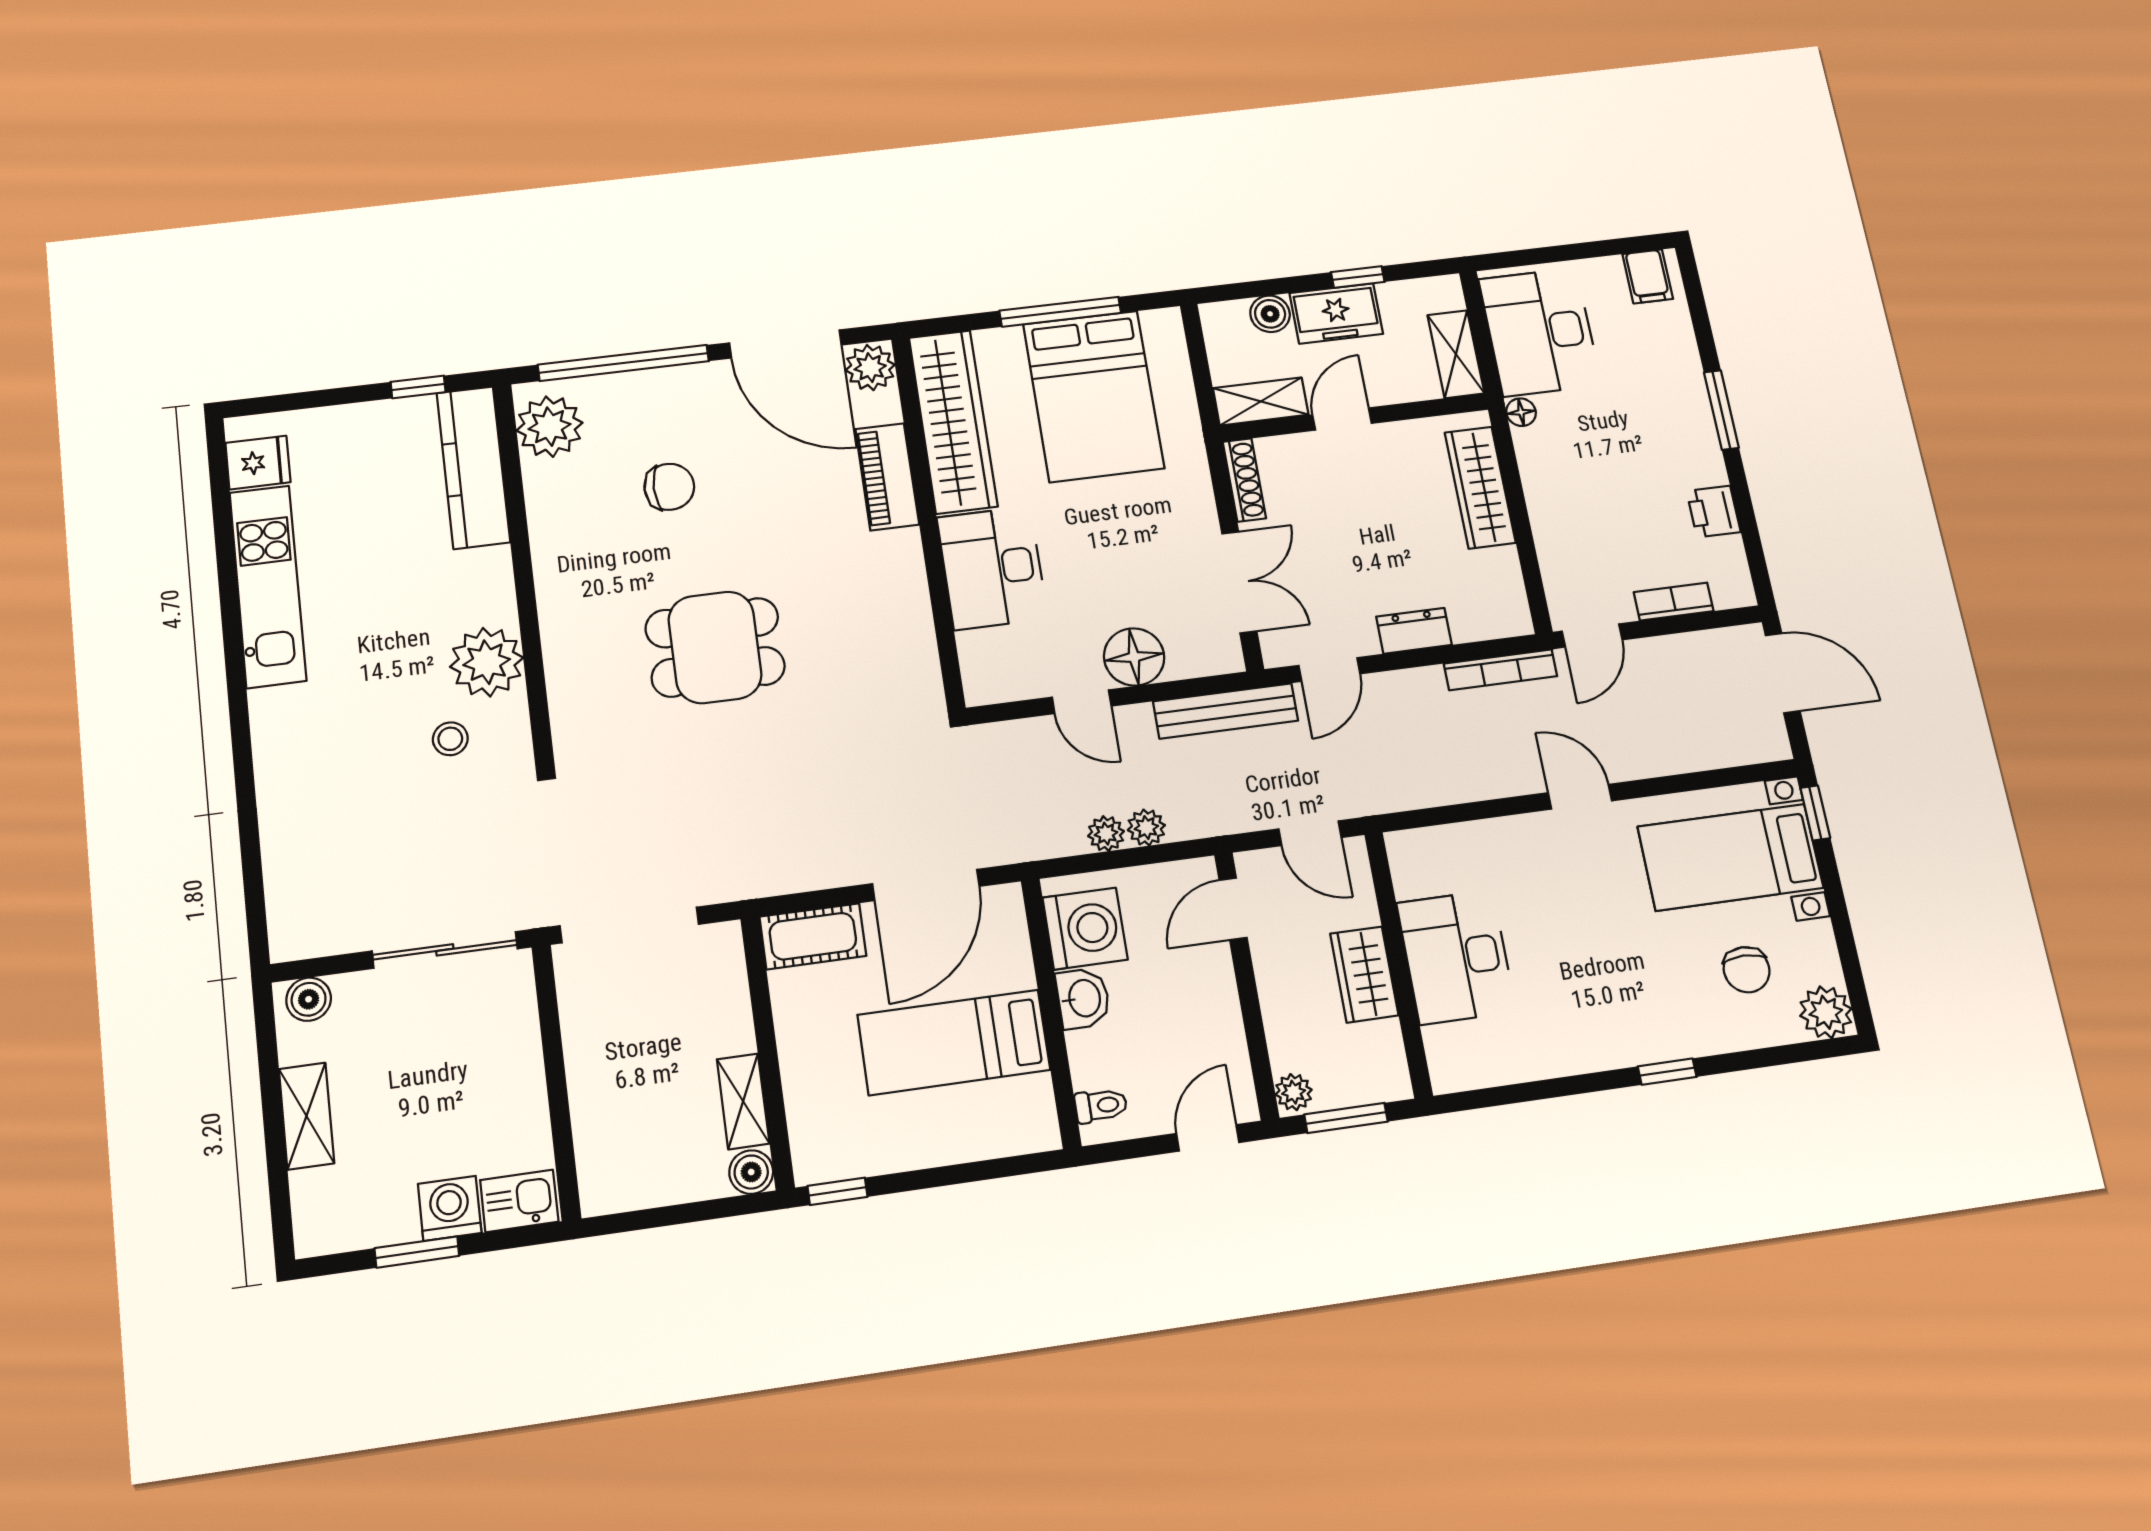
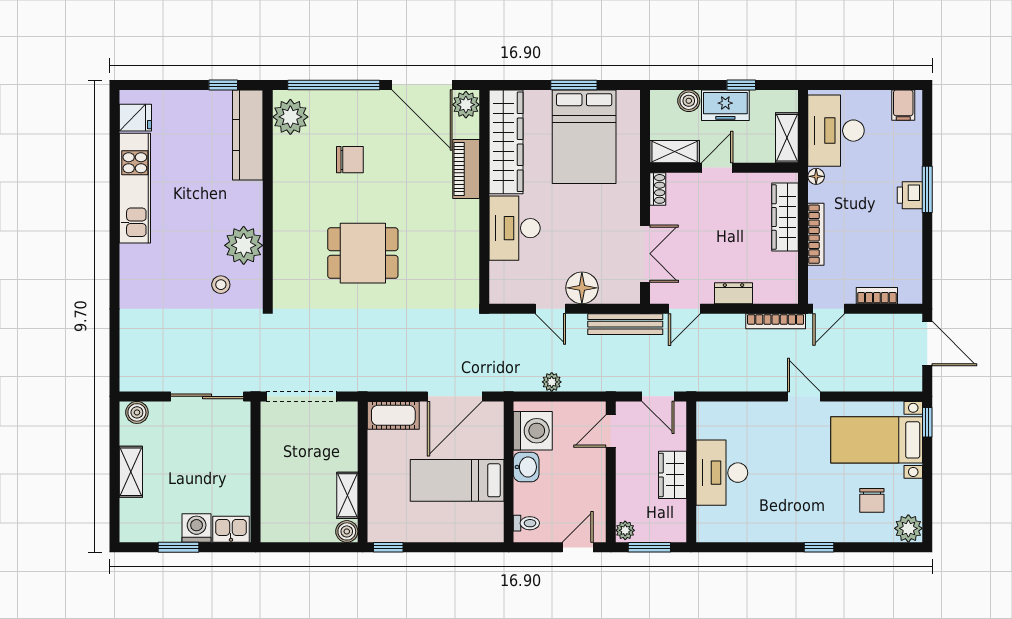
window: (1060, 312) -> (574, 85), width x0.69
shoe rack: (1244, 480) -> (658, 189), width x0.70
bookcase: (1541, 510) -> (816, 234), added
printer: (1714, 512) -> (910, 195), moved
plant: (1146, 828) -> (573, 382), removed

